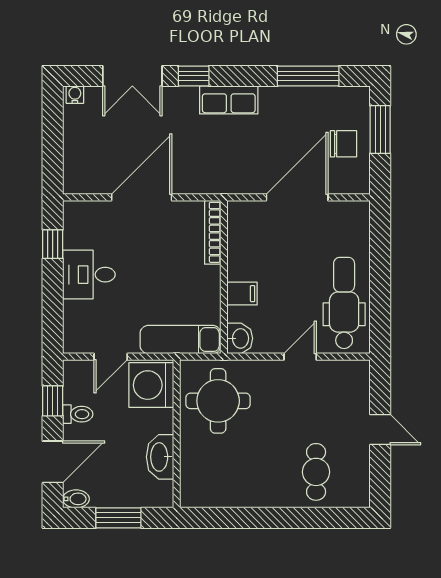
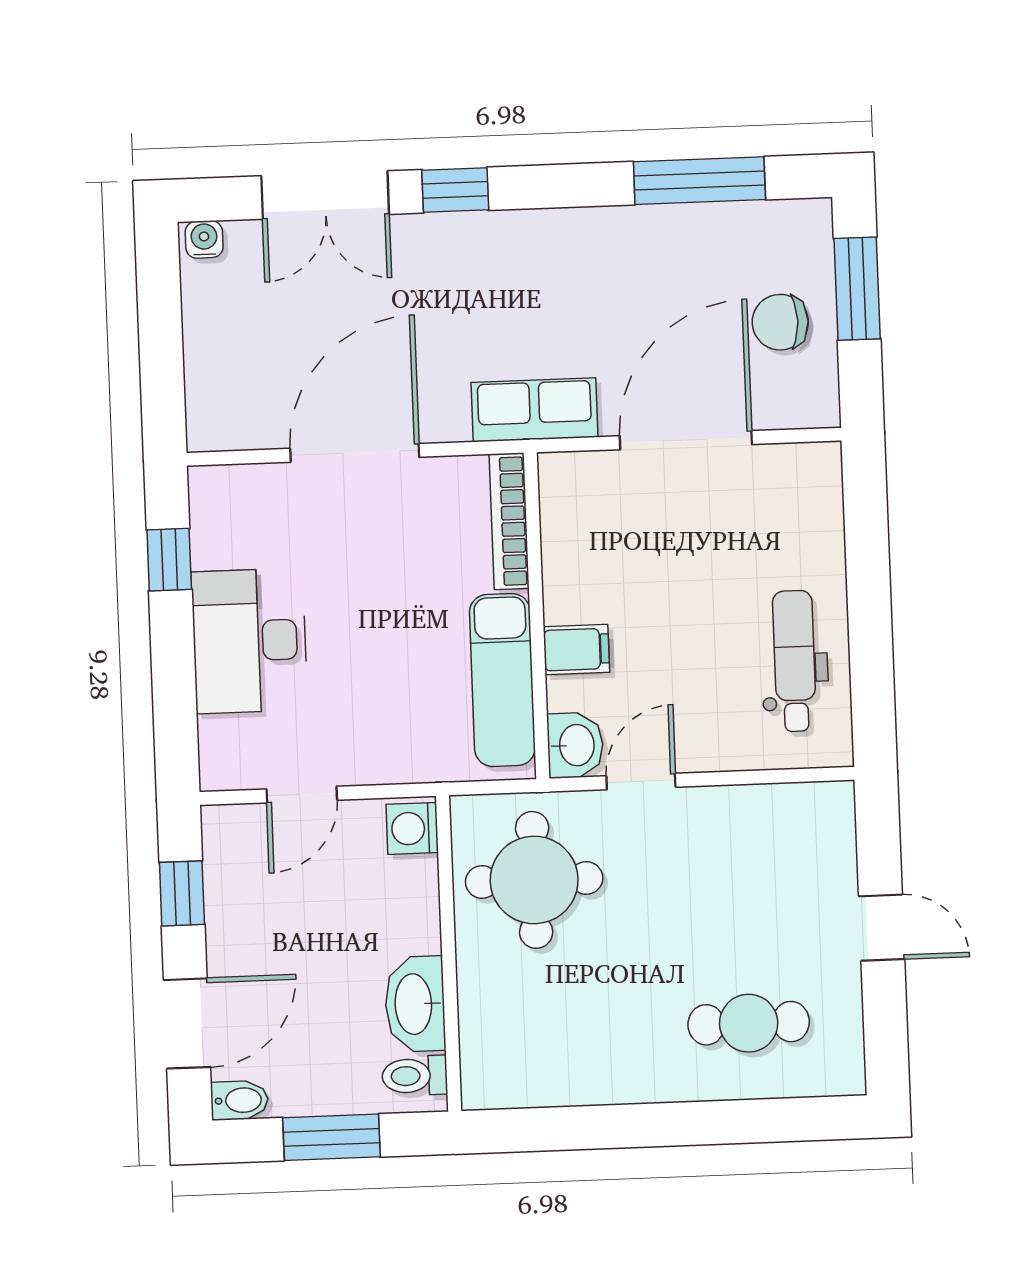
row of seats: (229, 100) -> (534, 410), moved, turned 180
chair: (343, 144) -> (780, 322), turned 180
desk: (89, 275) -> (249, 641), width x1.37
dental chair: (344, 303) -> (794, 661), width x0.73, depth x0.72
exam couch: (180, 340) -> (502, 680), moved, turned -90
door: (300, 357) -> (641, 782), moved
washing machine: (151, 385) -> (412, 828), width x0.53, depth x0.53
toilet: (78, 414) -> (415, 1076), moved, turned 180
cafe table: (316, 472) -> (749, 1023), turned 90

